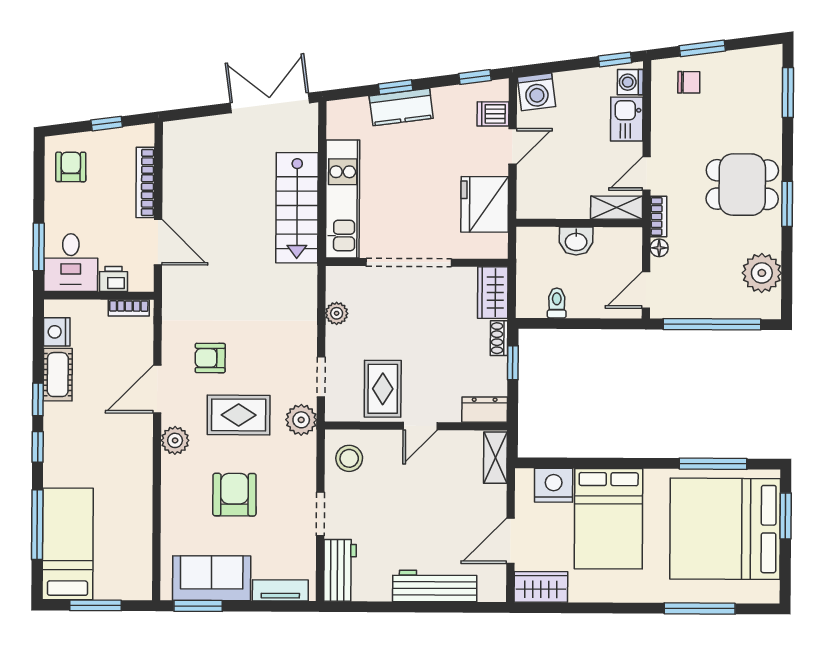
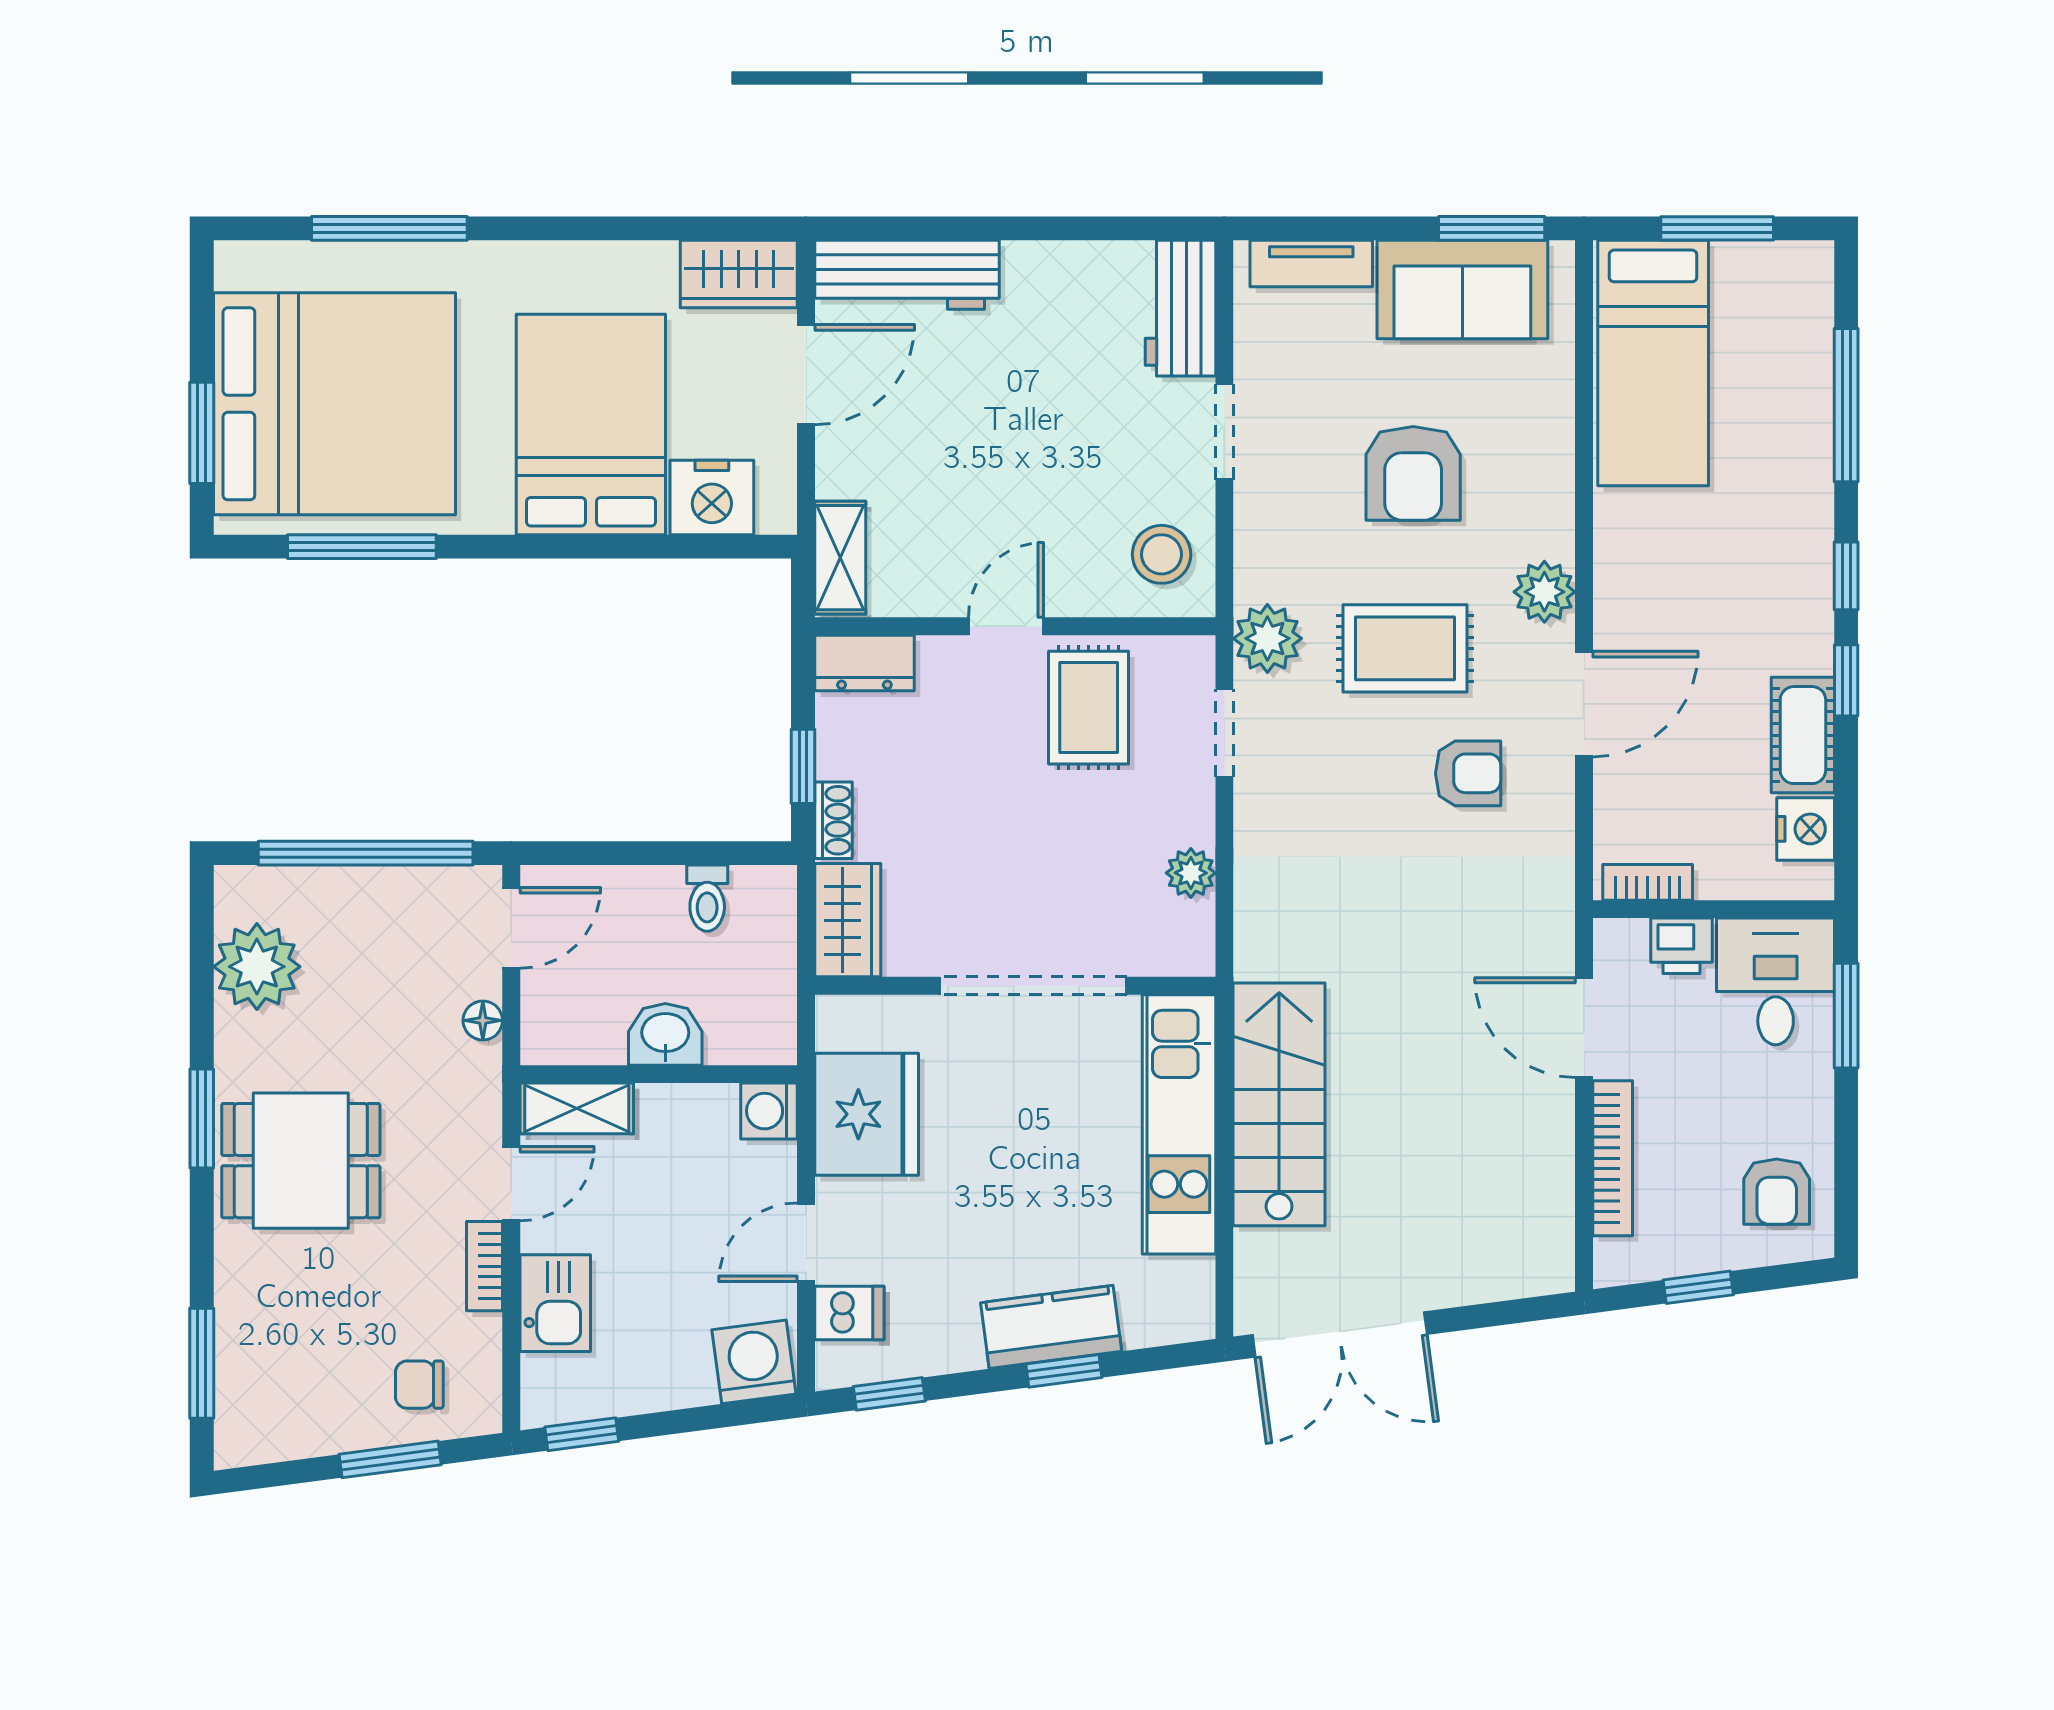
washing machine: (630, 82) -> (769, 1111), moved, turned 180
bookcase: (658, 216) -> (485, 1266), moved
bed: (68, 544) -> (1653, 363), moved
workbench: (435, 586) -> (907, 275), moved

